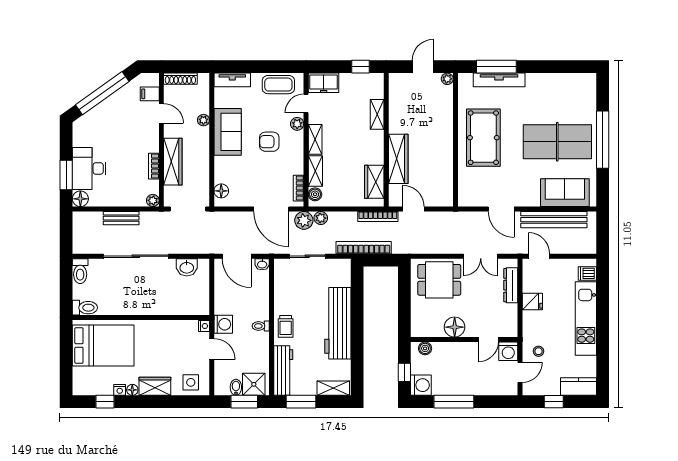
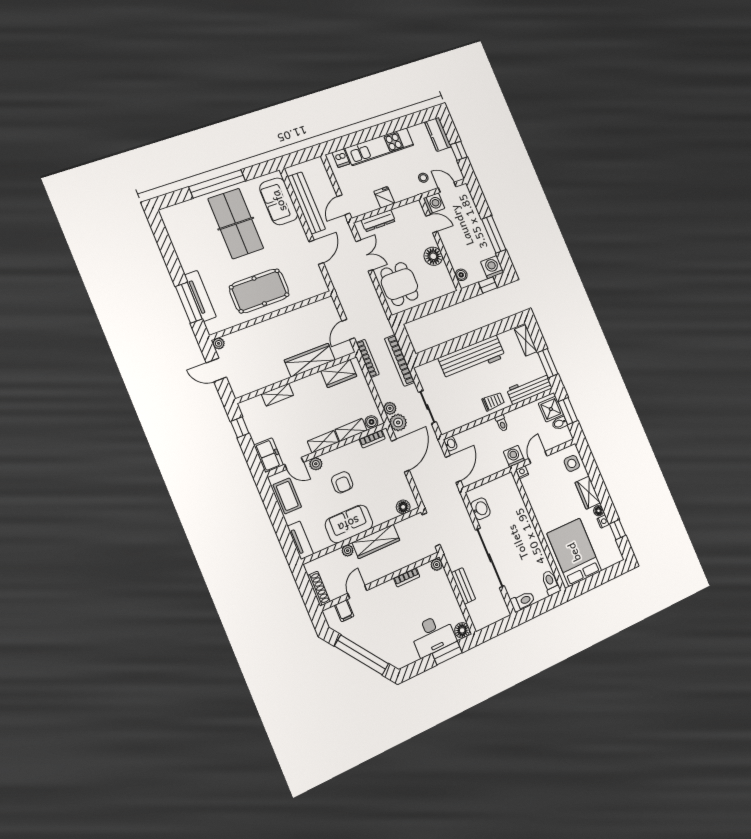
wardrobe: (173, 162) -> (376, 541), moved, turned 180

